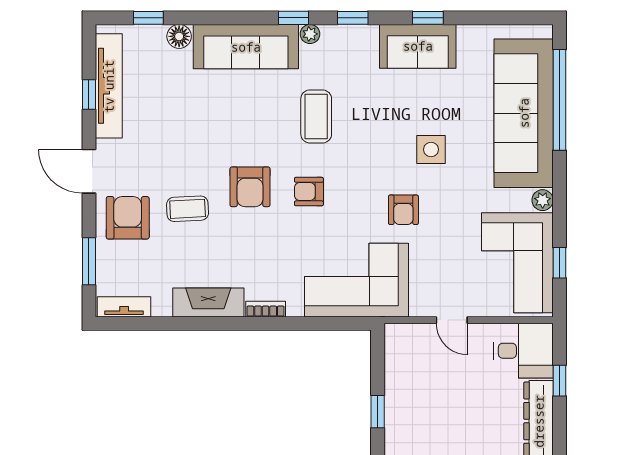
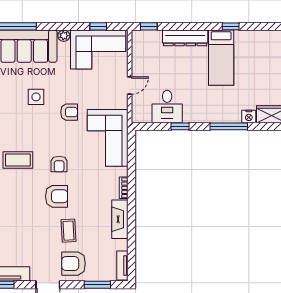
desk: (523, 351) -> (167, 106), moved, turned 180
window: (560, 381) -> (149, 26), moved

